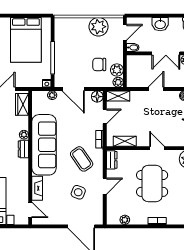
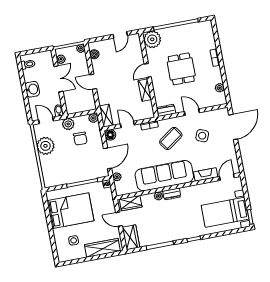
plant: (117, 70) -> (68, 124), moved
shelving: (125, 141) -> (145, 90), moved
dining table: (152, 183) -> (181, 69), width x0.73

